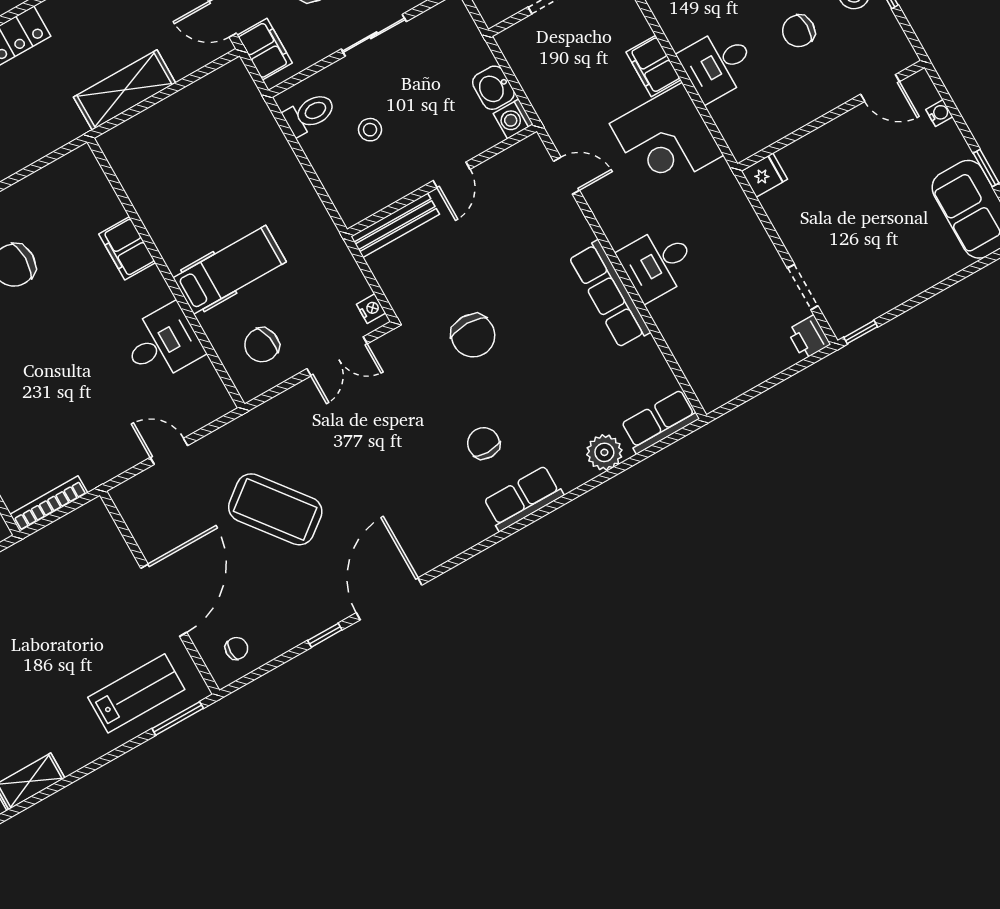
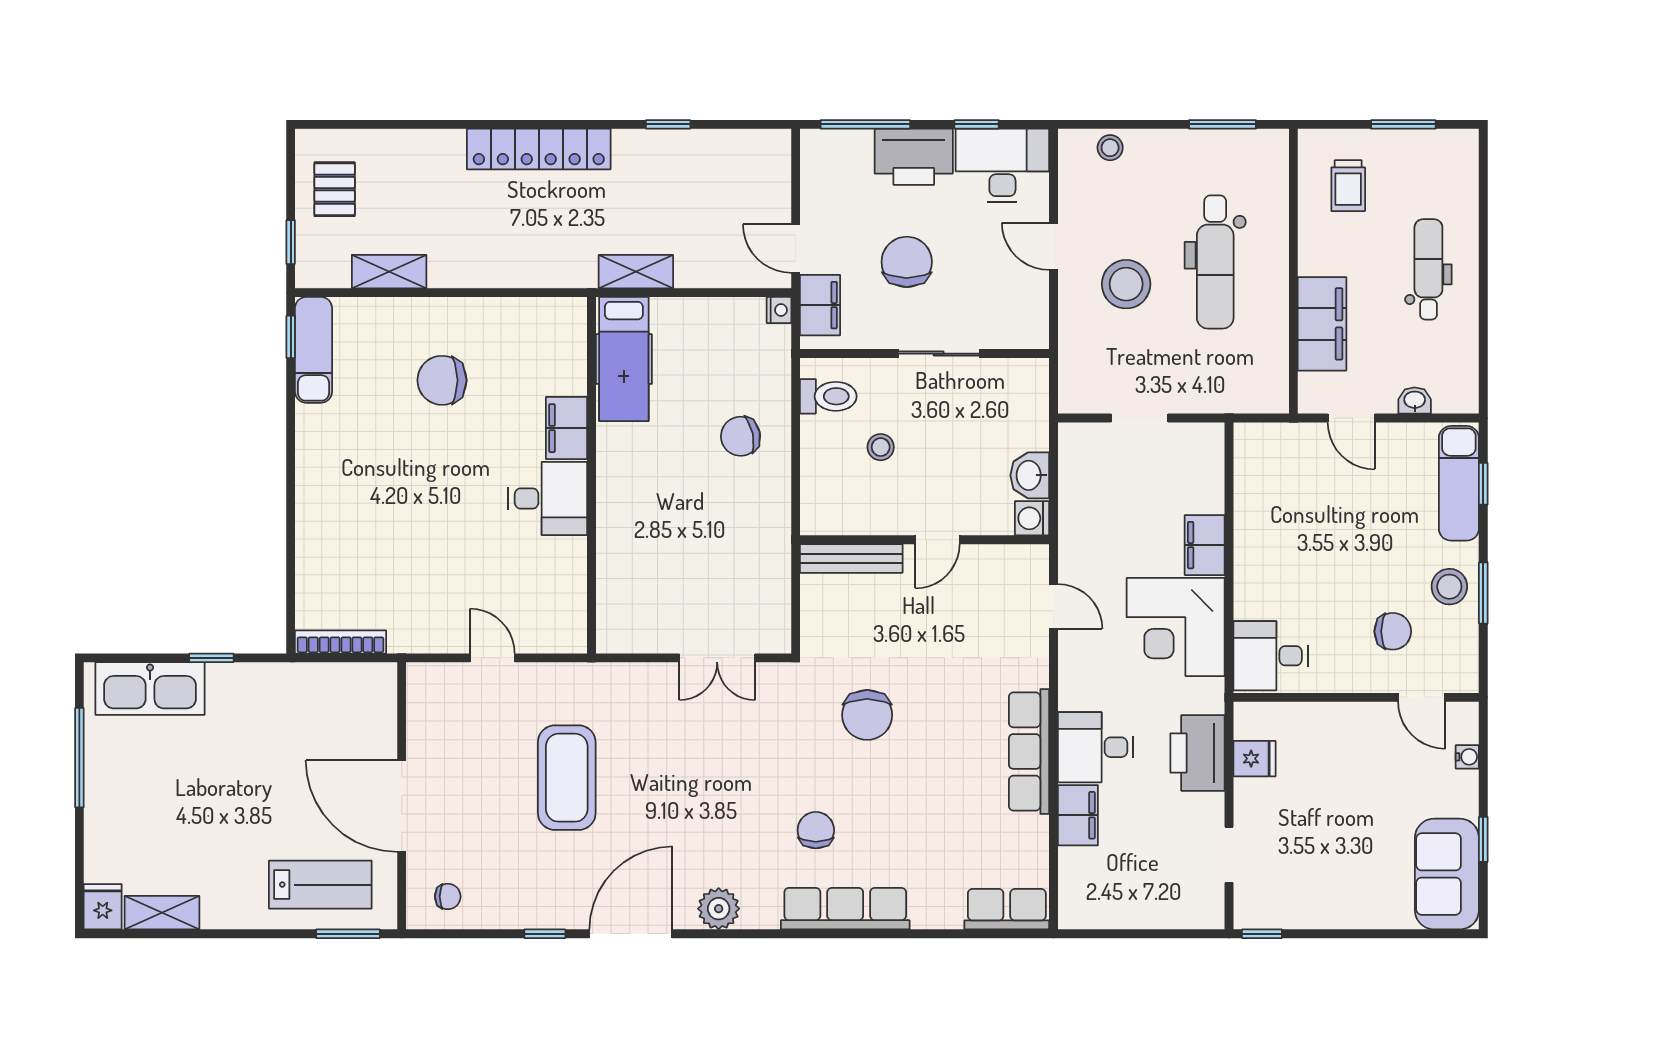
chair: (799, 31) -> (1393, 631), moved, turned 180
desk: (718, 64) -> (1271, 656), moved
shelving: (125, 90) -> (636, 272), width x0.67, depth x0.75
fridge: (764, 175) -> (1254, 759), moved
hospital bed: (230, 270) -> (624, 359), moved, turned 90
nightstand: (371, 309) -> (779, 310), moved
filing cabinet: (673, 321) -> (1078, 815), added
printer: (809, 337) -> (1197, 753), moved, width x1.87, depth x1.48
desk: (163, 343) -> (548, 498), moved
chair: (262, 345) -> (741, 436), moved
plant: (604, 452) -> (719, 909), moved
row of seats: (523, 498) -> (845, 909), width x1.48
coffee table: (275, 509) -> (567, 778), turned 38
door: (164, 600) -> (402, 806), swing flipped

